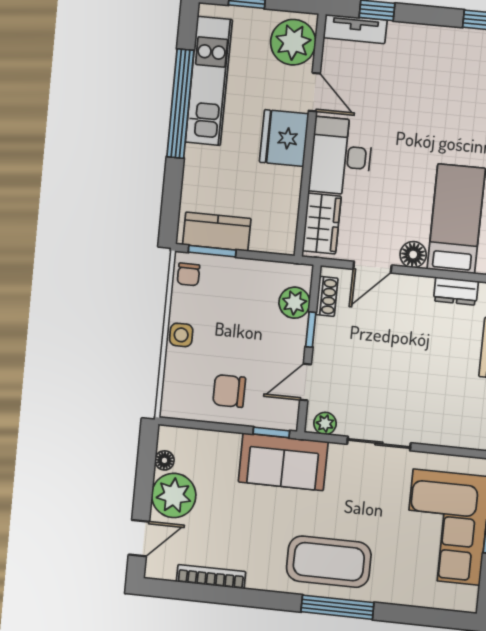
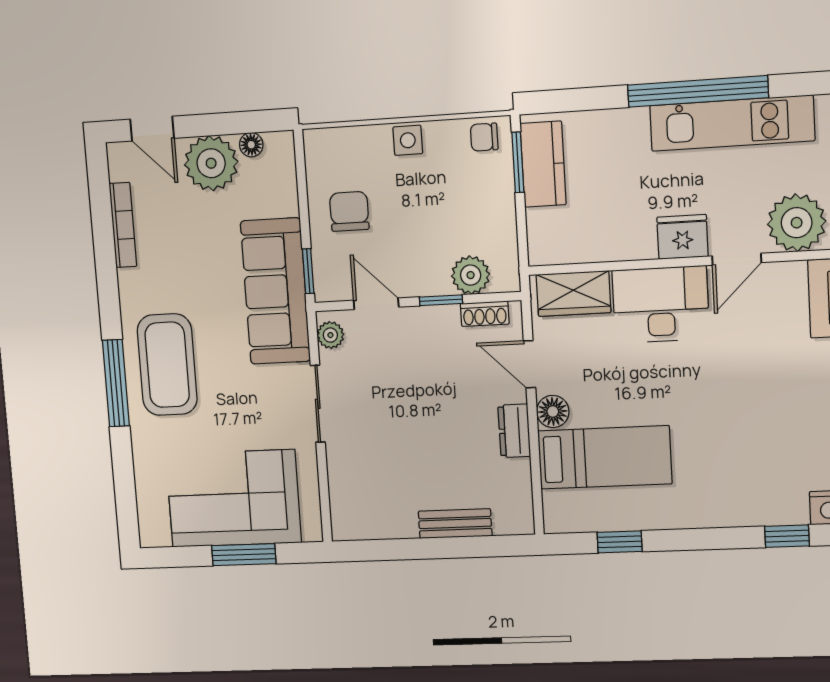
fridge: (284, 138) -> (683, 237), width x0.73, depth x0.75
dresser: (456, 291) -> (514, 431), moved
sofa: (283, 462) -> (275, 291), width x1.36

